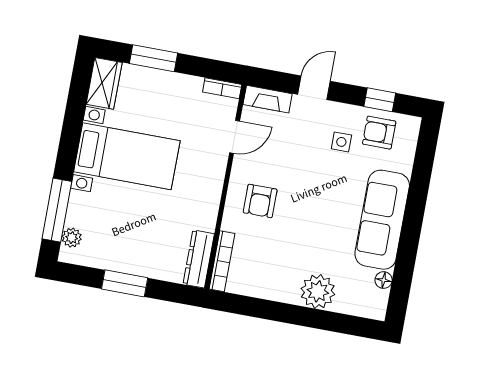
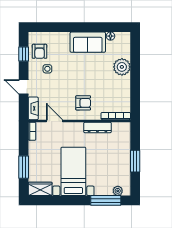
sofa: (382, 220) -> (88, 42), width x0.73
dresser: (199, 259) -> (97, 127), moved

